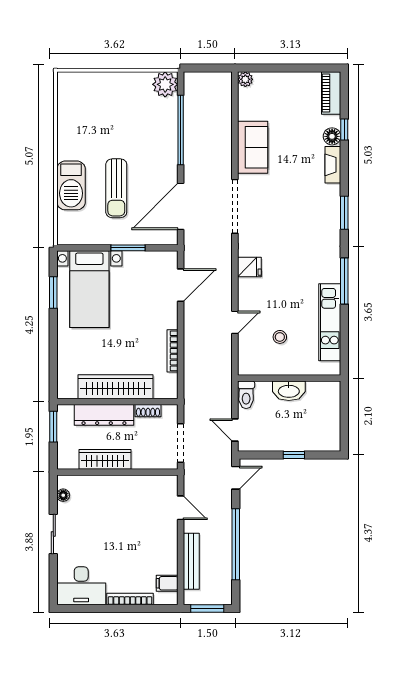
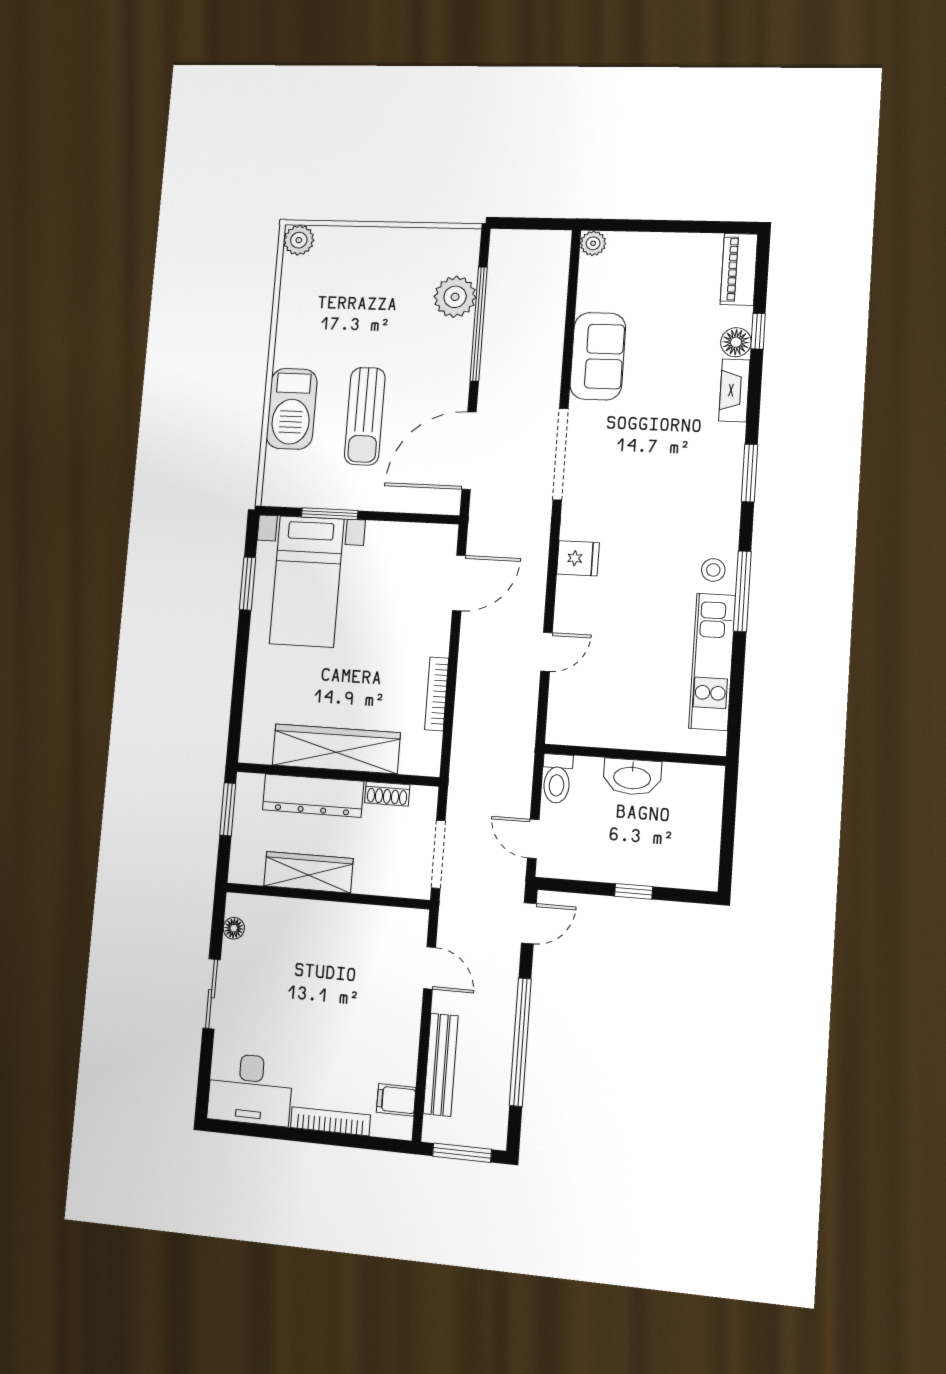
plant: (66, 81) -> (299, 240), added
plant: (165, 84) -> (455, 297), moved
window: (128, 248) -> (330, 514), moved
stool: (280, 337) -> (713, 570), moved

